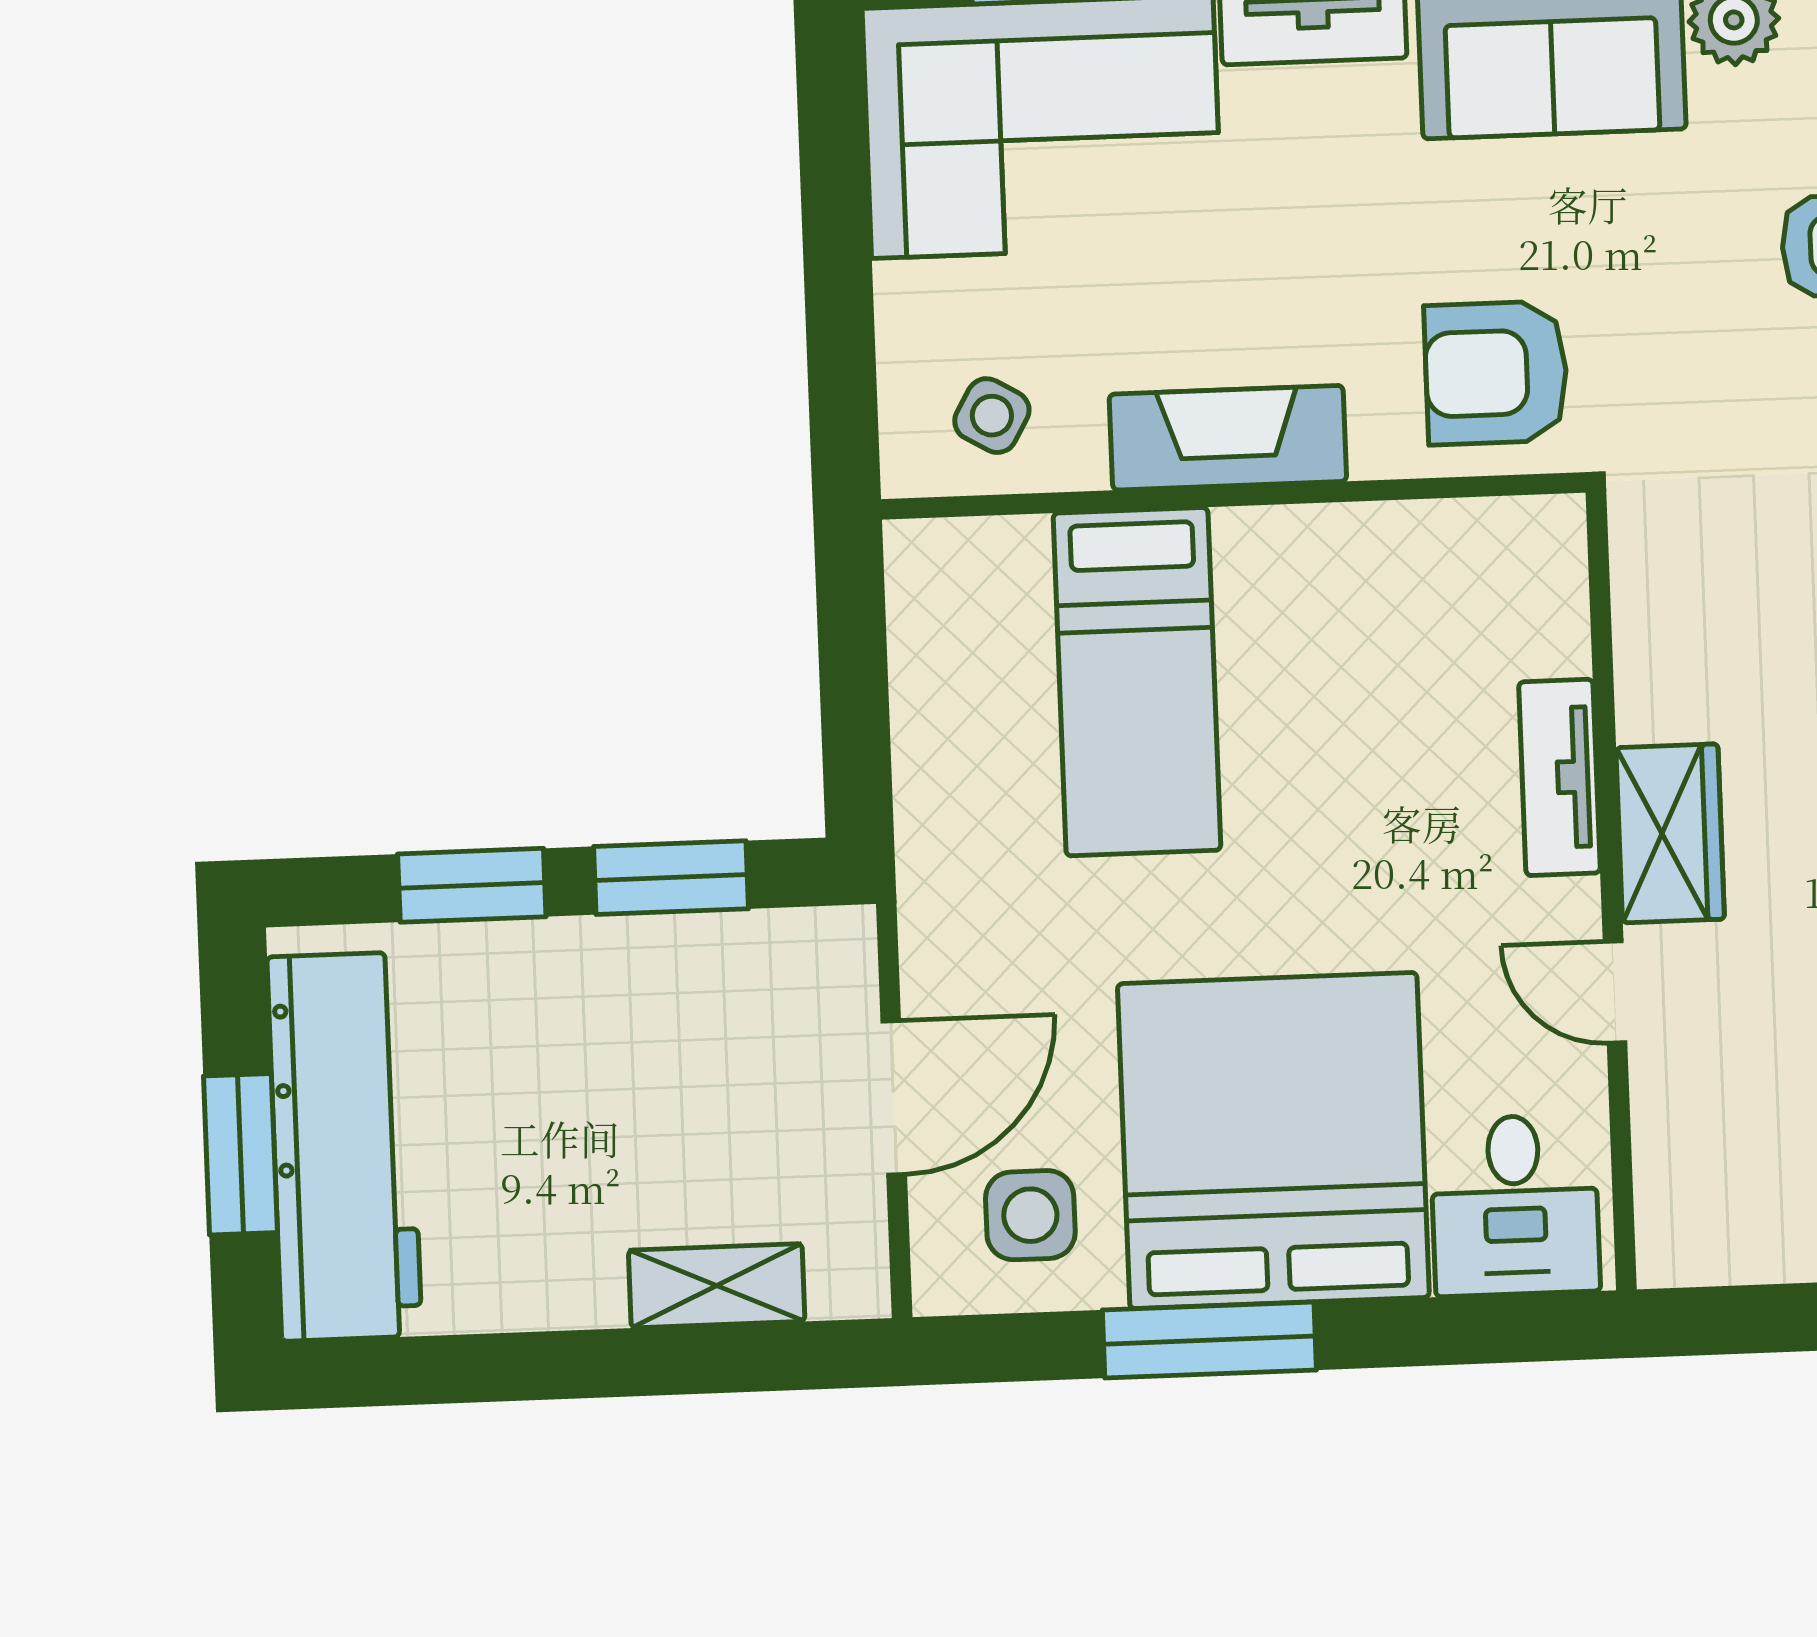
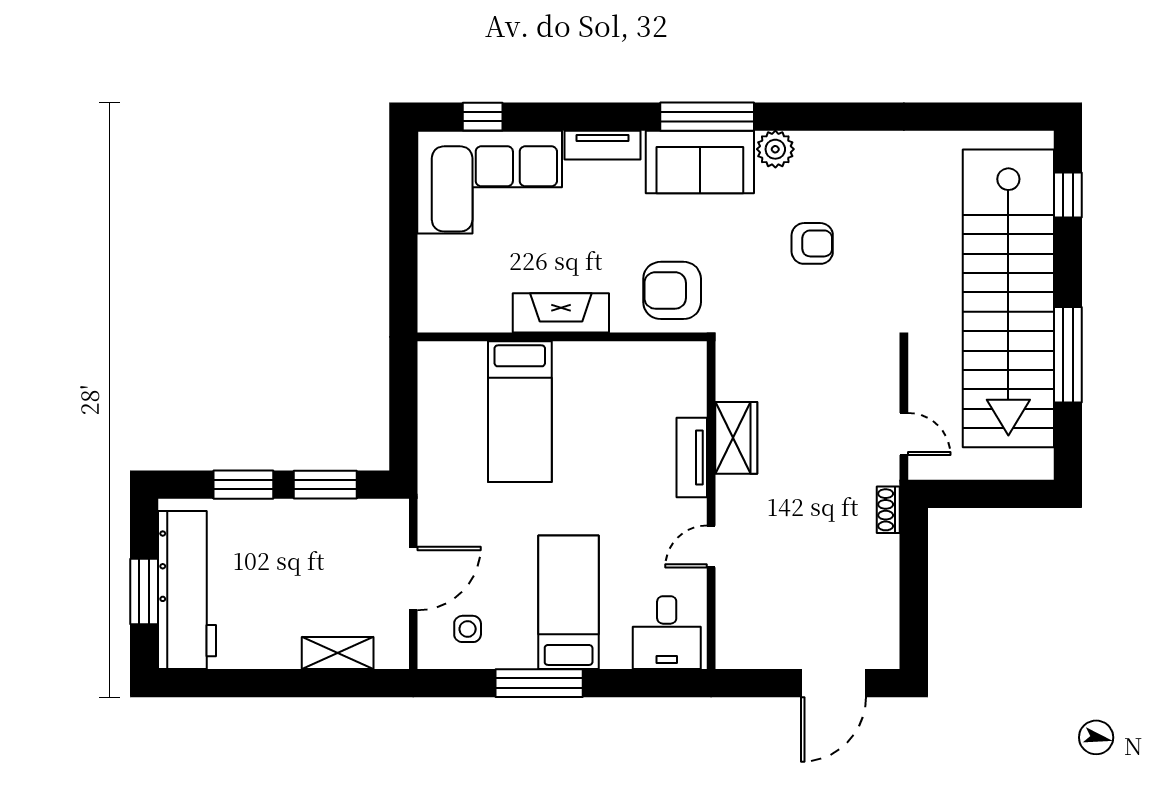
side table: (992, 416) -> (464, 300), removed
wardrobe: (1670, 833) -> (736, 438), moved
door: (1615, 992) -> (711, 547), hinge flipped
bed: (1273, 1141) -> (569, 602), width x0.49
side table: (1030, 1215) -> (468, 629), width x0.73, depth x0.73

